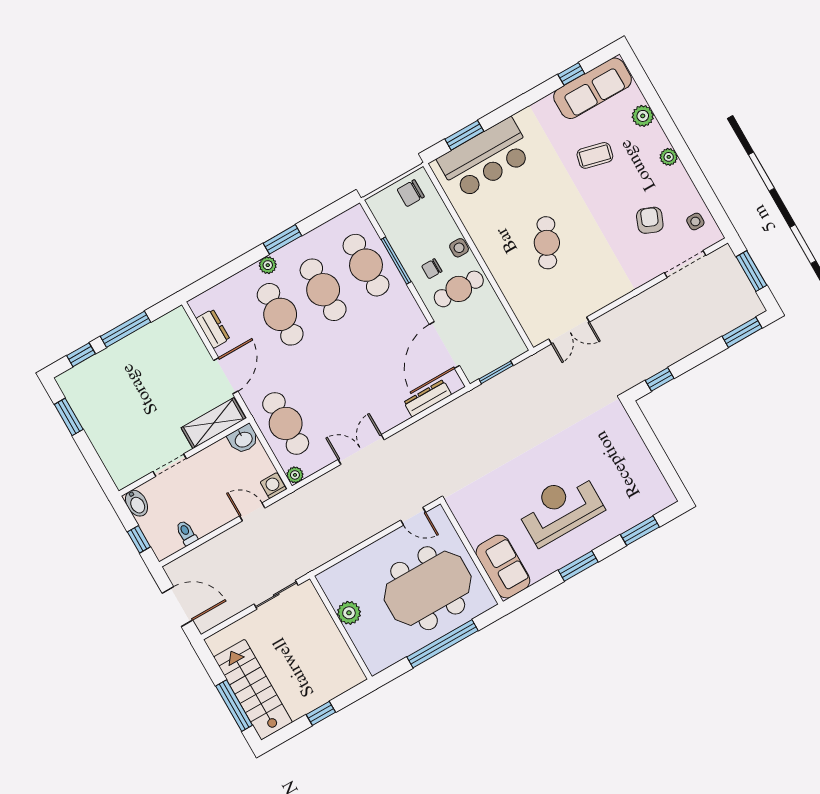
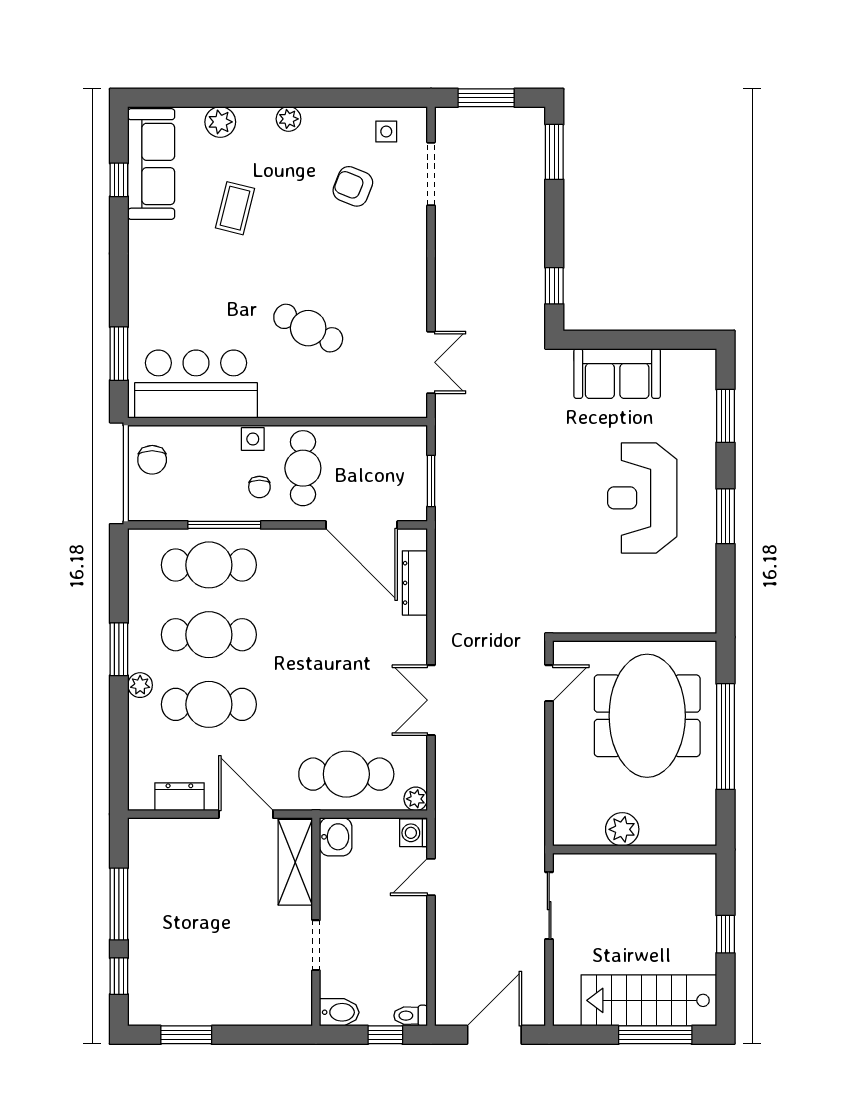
bar counter: (485, 158) -> (196, 384), moved, turned -90
toilet: (186, 533) -> (411, 1016), moved
sofa: (503, 567) -> (617, 373), moved, turned 180

